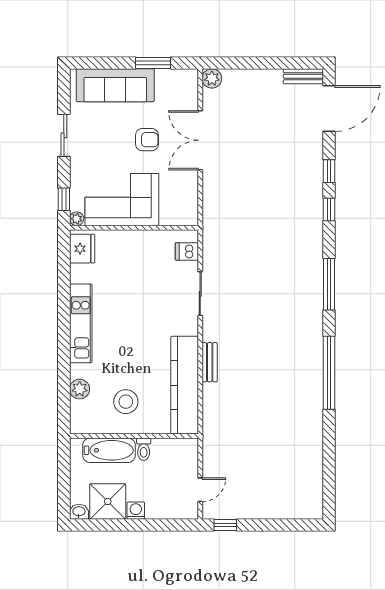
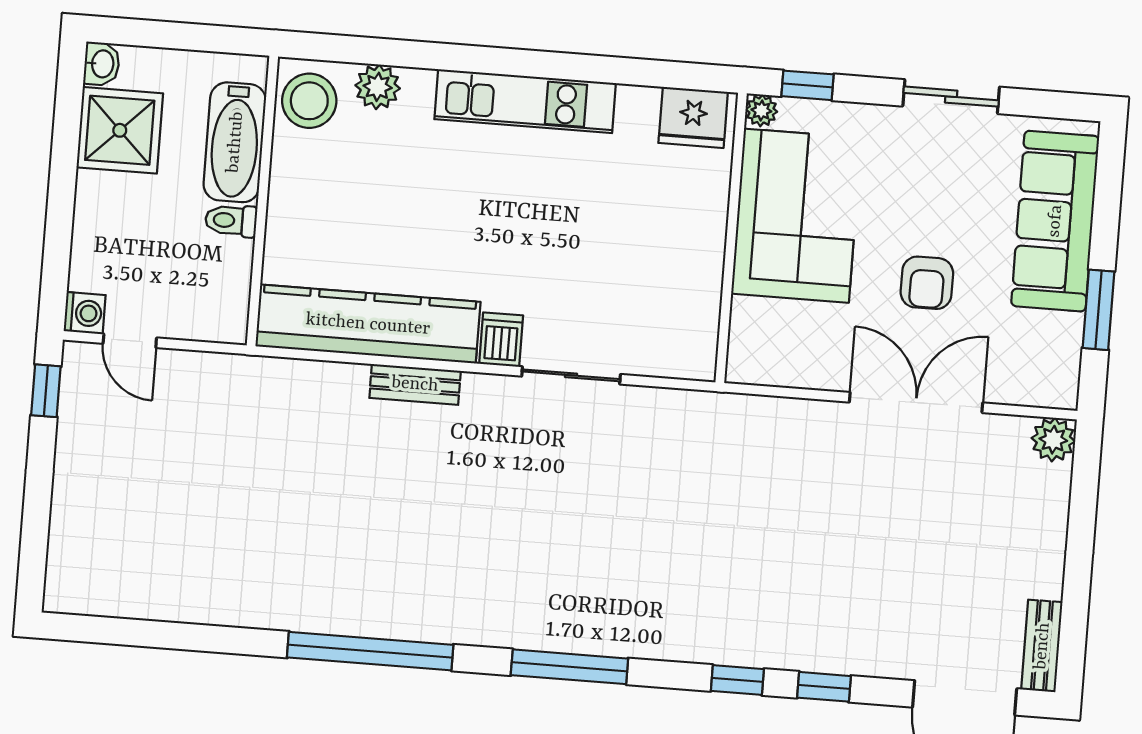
dishwasher: (187, 251) -> (501, 340), moved
stool: (126, 402) -> (309, 101), moved
washing machine: (136, 511) -> (85, 313), moved

